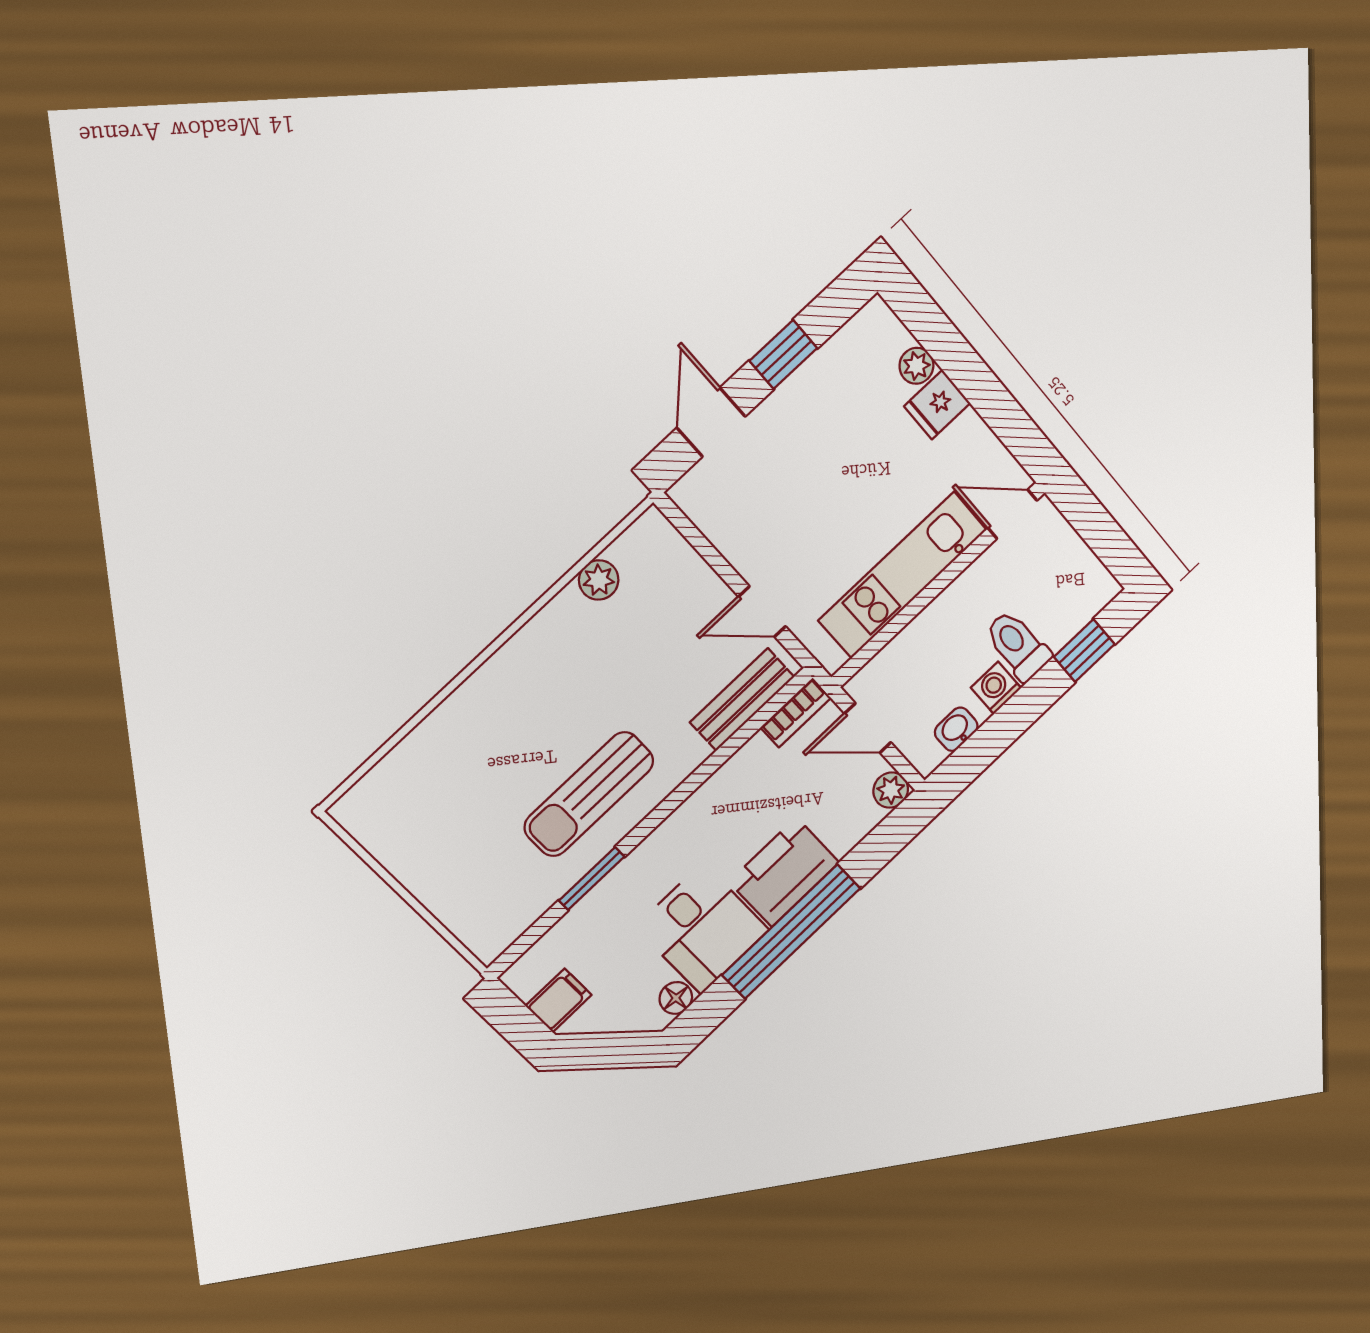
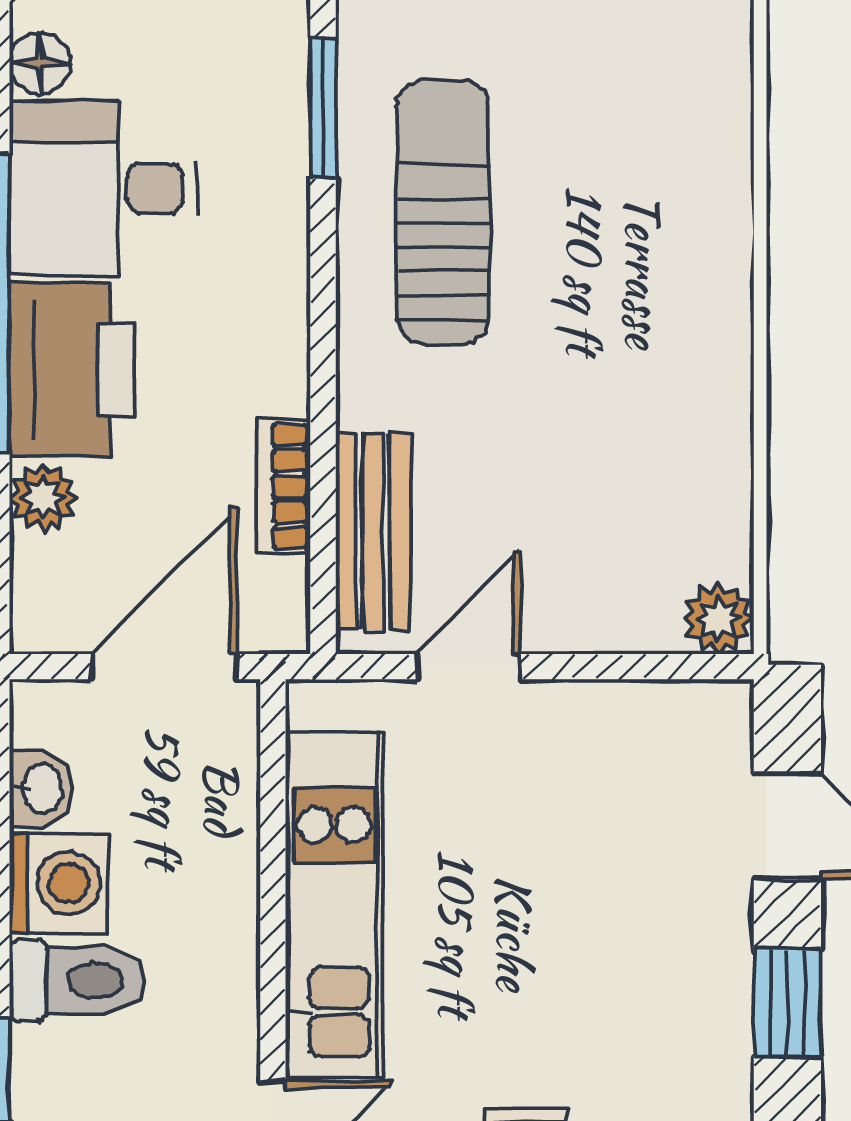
plant: (599, 580) -> (719, 619), moved
washing machine: (996, 688) -> (59, 883), width x1.38, depth x1.38
bookcase: (796, 713) -> (284, 486), moved
door: (868, 728) -> (164, 667), width x1.38
plant: (891, 790) -> (43, 498), moved

